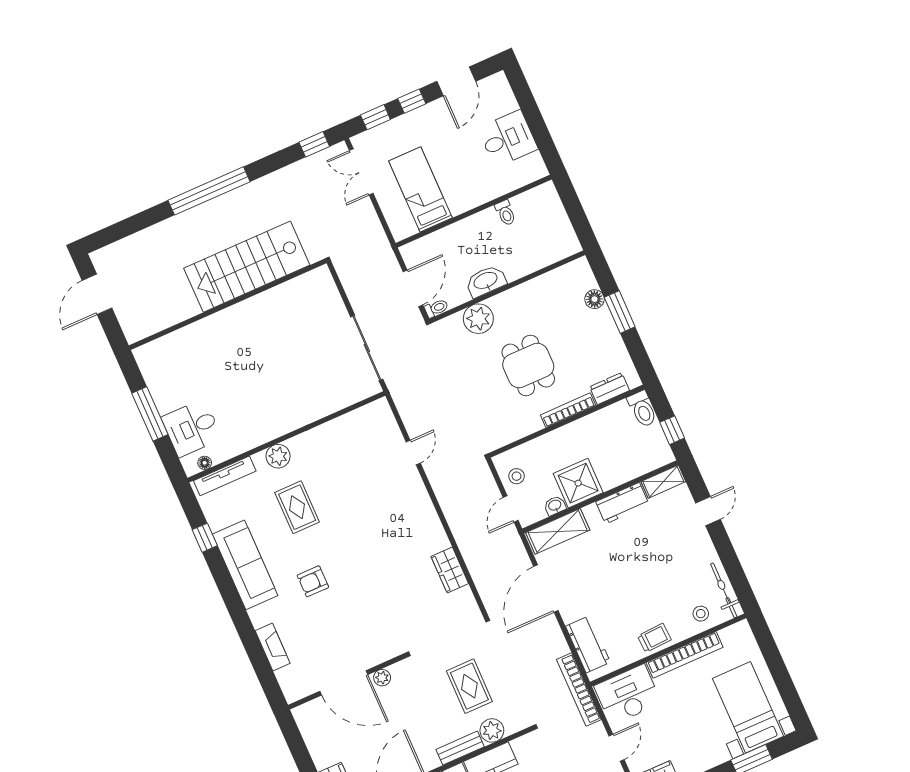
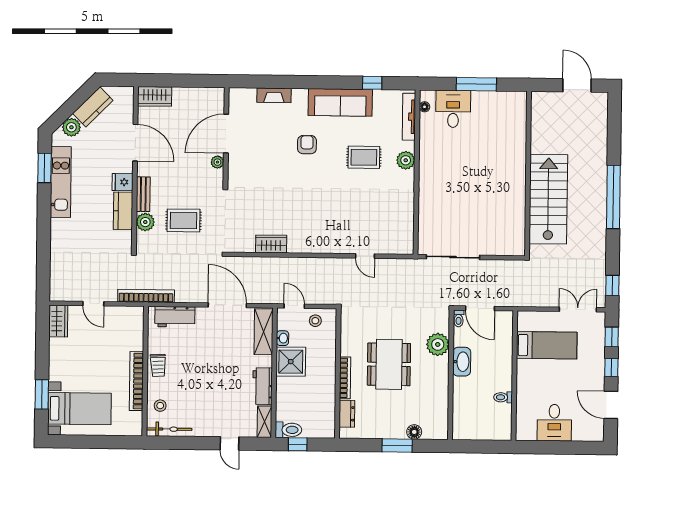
dining table: (528, 366) -> (389, 364), width x1.38
toilet: (642, 409) -> (288, 430), moved, turned 180
desk: (628, 695) -> (127, 329), removed

